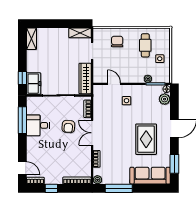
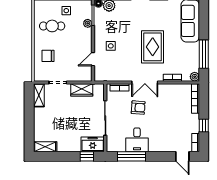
wardrobe: (85, 78) -> (82, 90), width x0.67
rug: (146, 139) -> (153, 47), moved, turned 90
door: (22, 168) -> (182, 156), swing flipped

